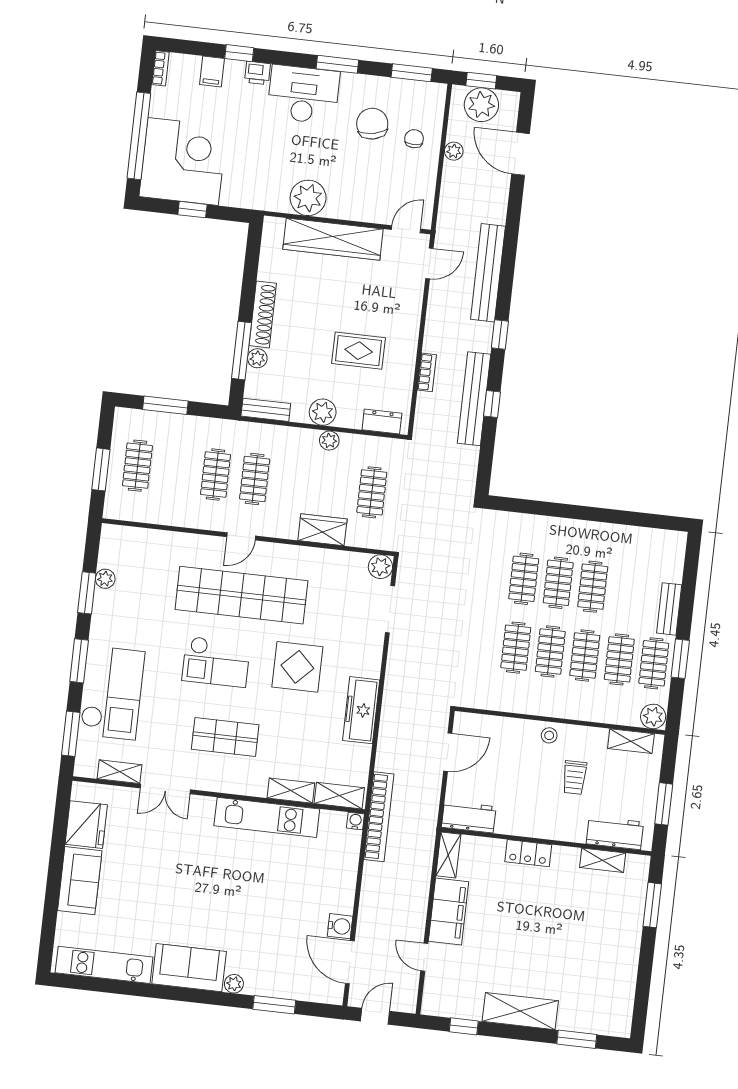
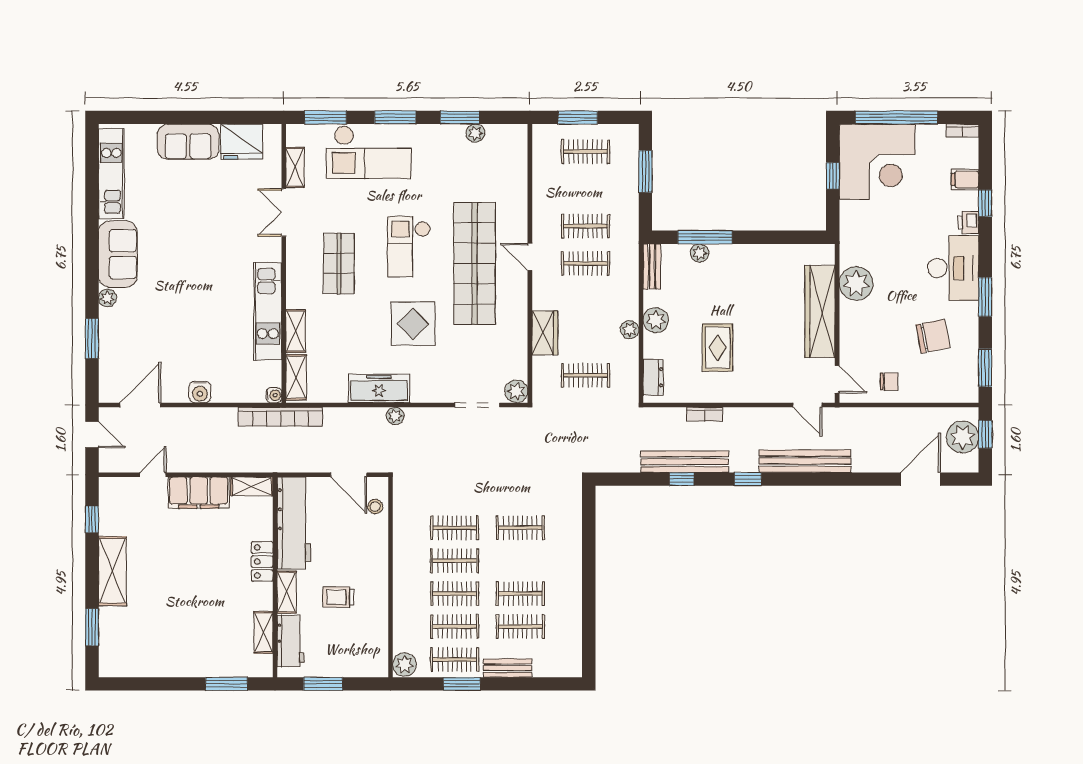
chair: (414, 139) -> (889, 382), moved
plant: (454, 151) -> (395, 416), moved
shoe rack: (263, 314) -> (741, 253), removed
clothes rail: (558, 583) -> (520, 627), moved
stool: (549, 735) -> (375, 507), moved
shelving: (631, 741) -> (287, 592), moved
workbench: (469, 817) -> (294, 523), width x1.88, depth x1.32
water cooler: (340, 926) -> (200, 392), moved

